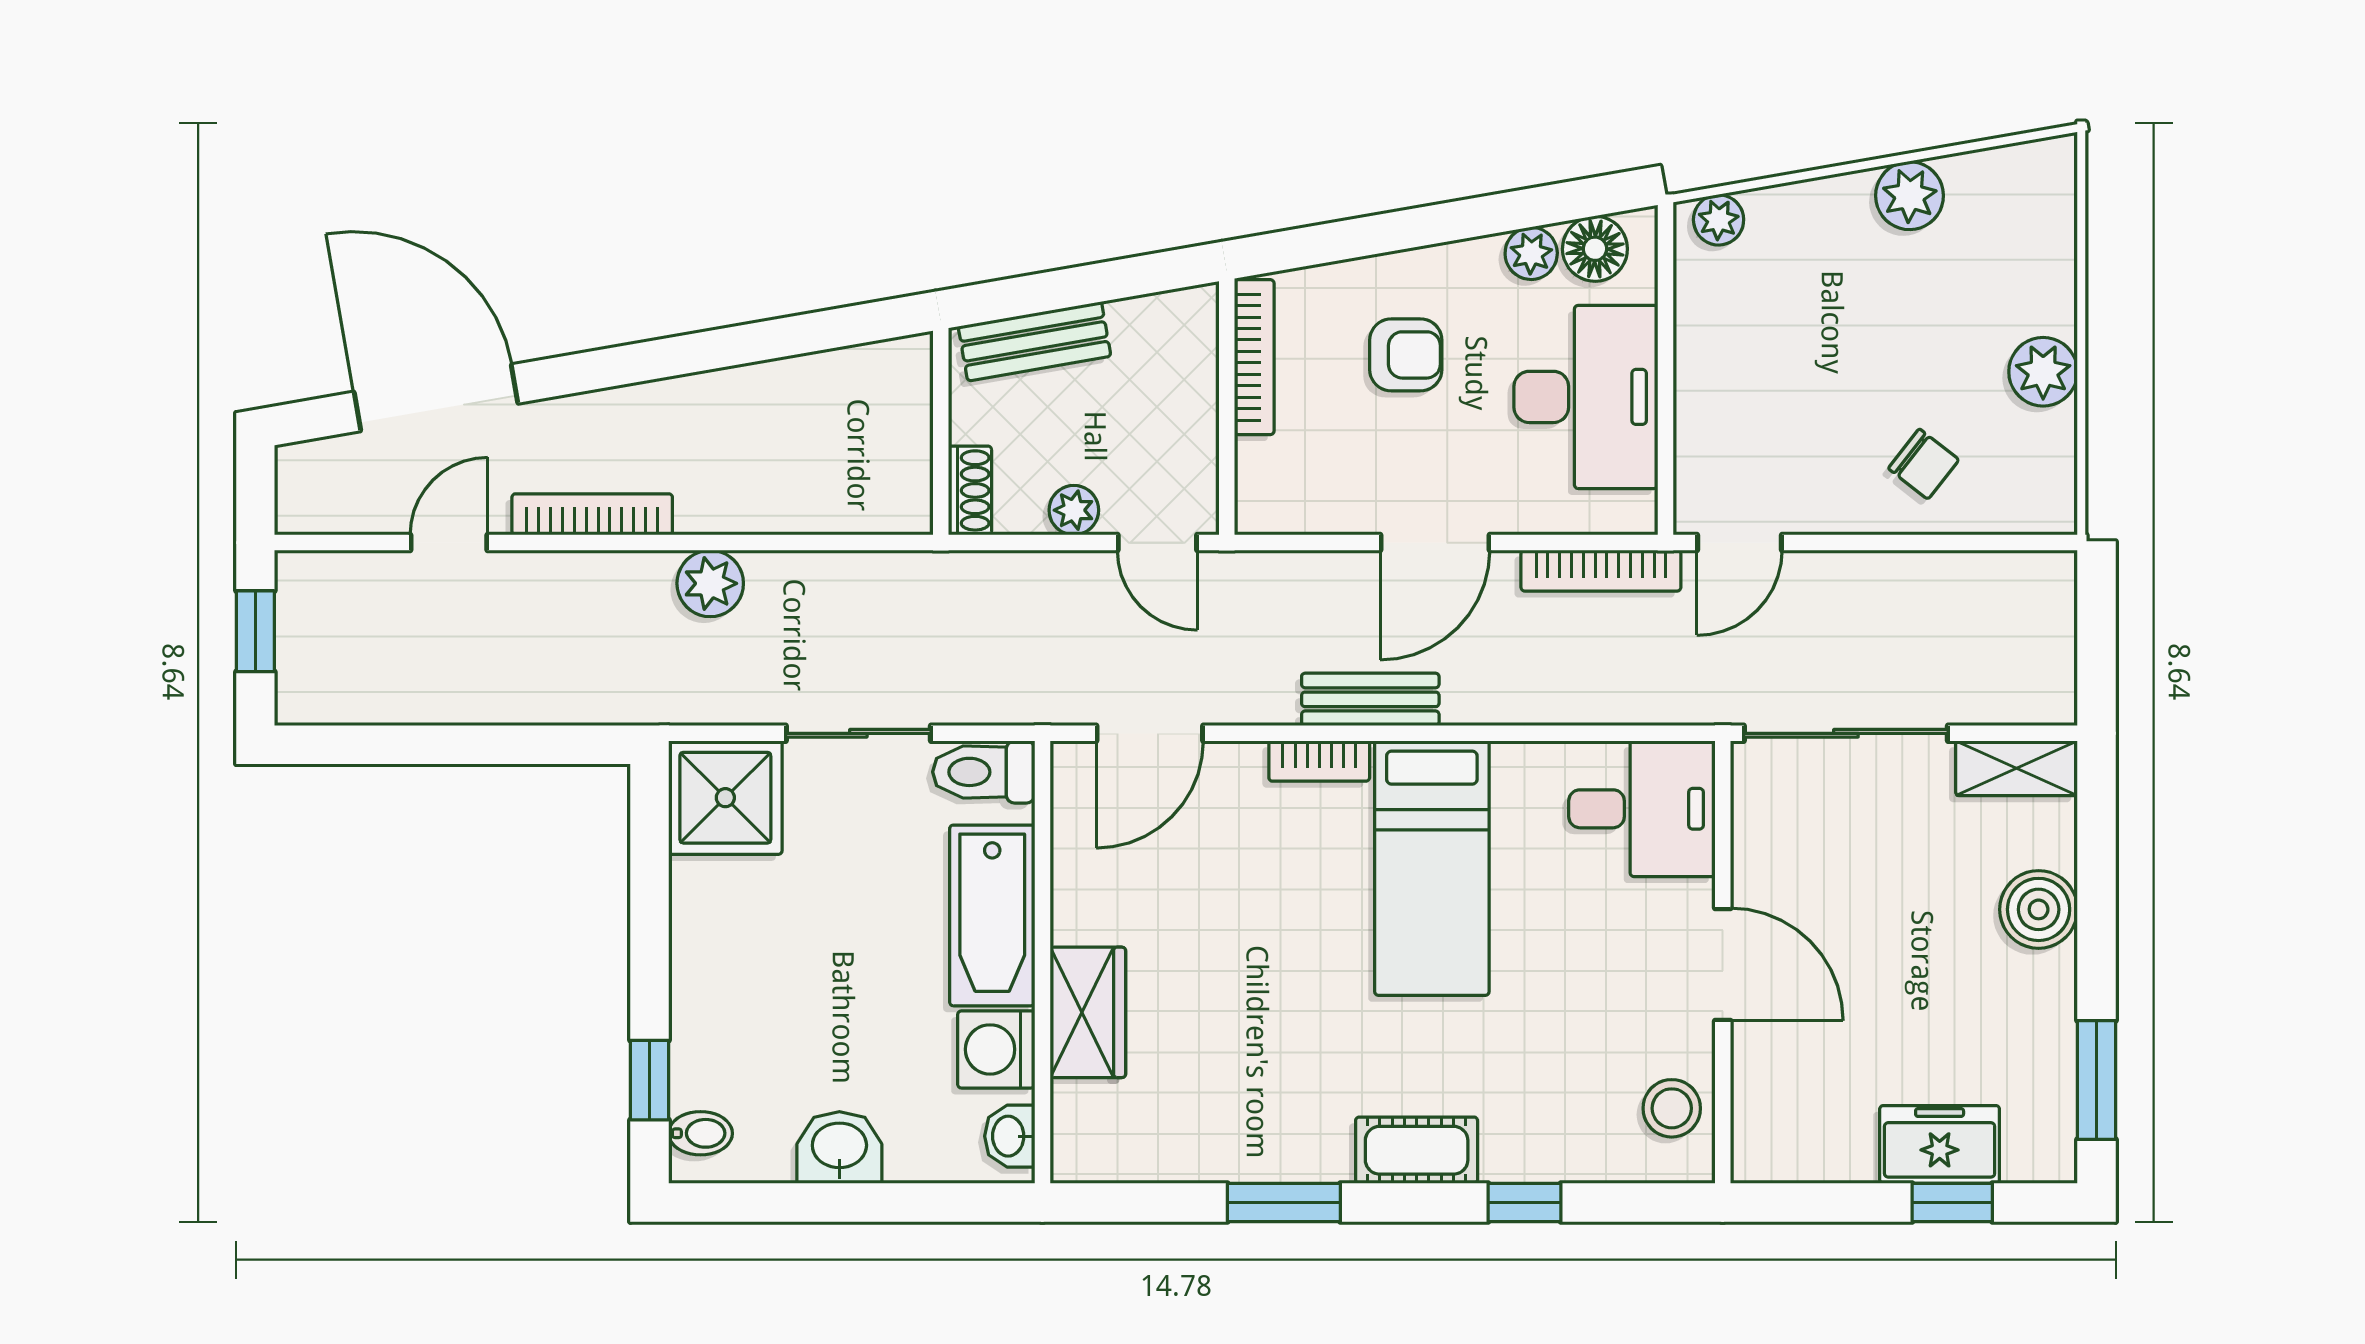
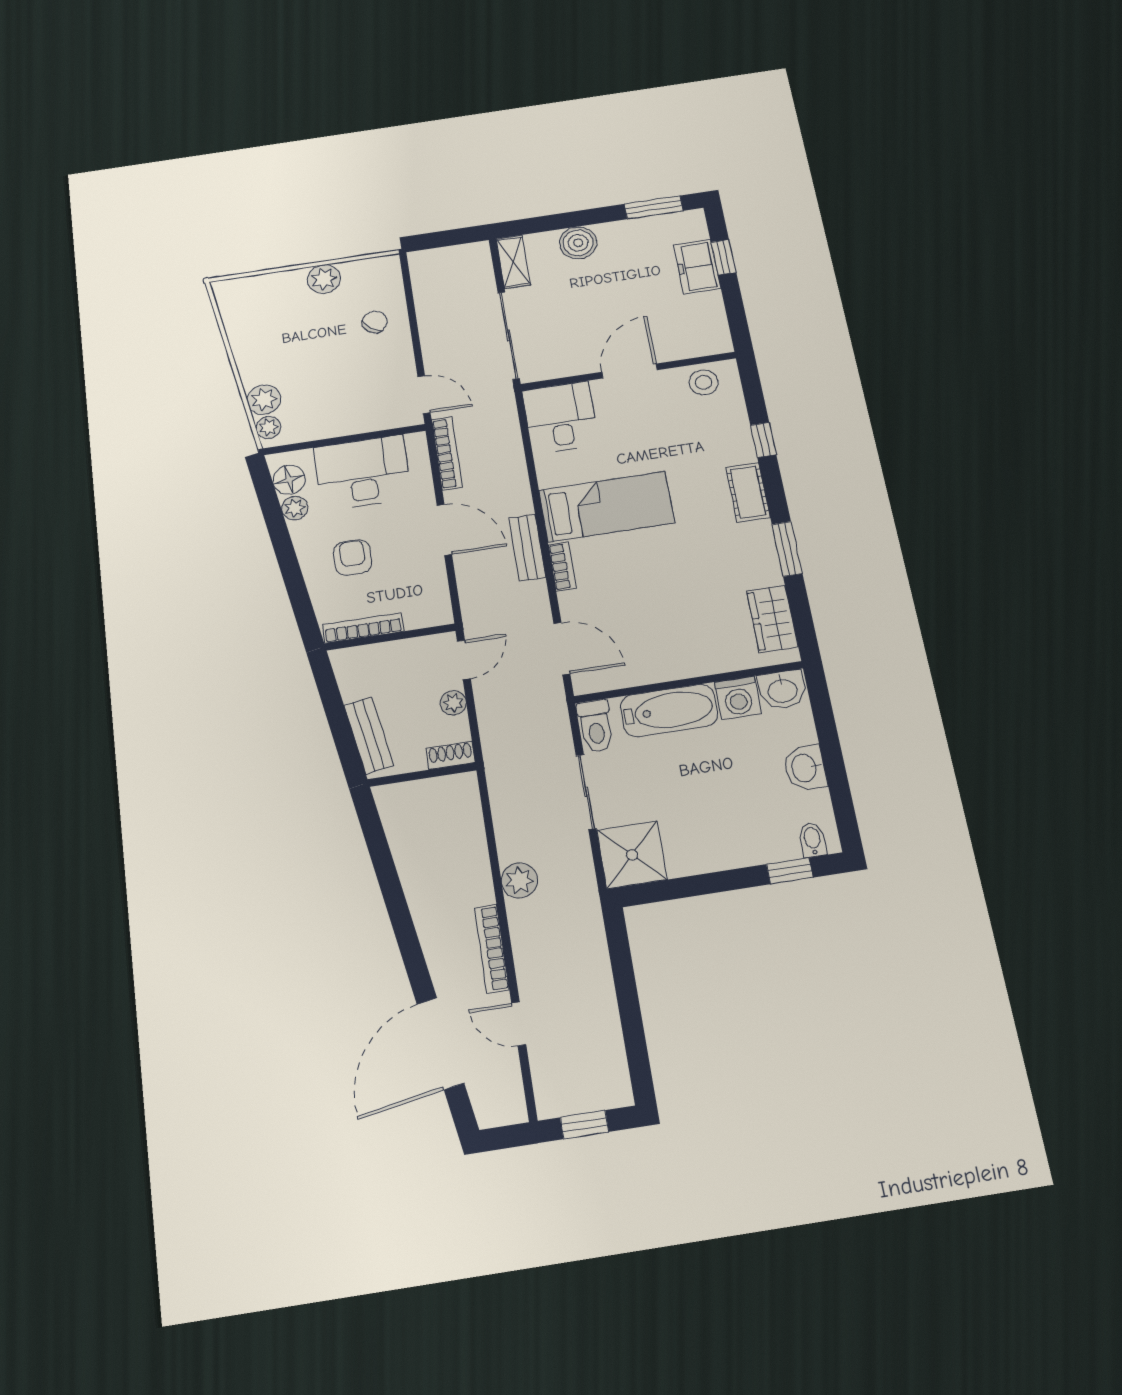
plant: (1910, 196) -> (264, 399), moved
wardrobe: (1088, 1012) -> (772, 619), moved, turned -90
washbasin: (1010, 1136) -> (782, 690), width x1.38, depth x1.45

